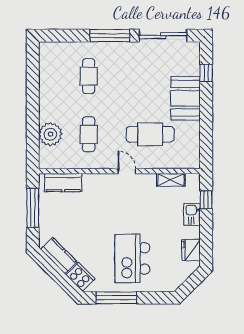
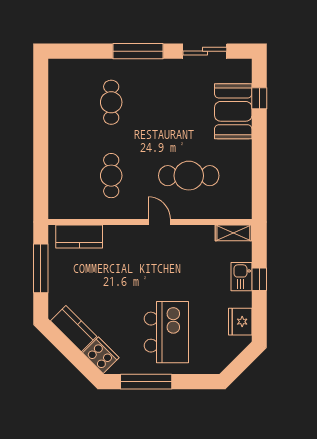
sliding door: (163, 36) -> (205, 51), width x0.73
booth: (185, 98) -> (233, 111), moved
plant: (50, 134) -> (63, 175), removed
shelving: (171, 180) -> (233, 233), moved
window: (206, 200) -> (259, 279), moved
kitchen island: (132, 258) -> (166, 332), turned 180

